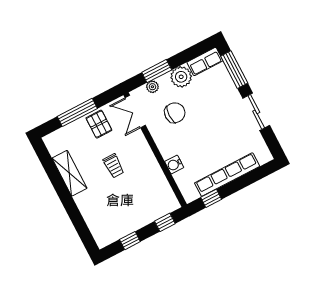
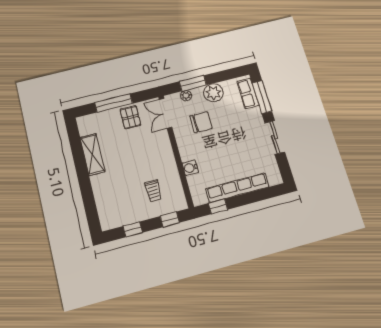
row of seats: (205, 61) -> (248, 93), moved, turned 90
trolley: (114, 166) -> (153, 191), moved

